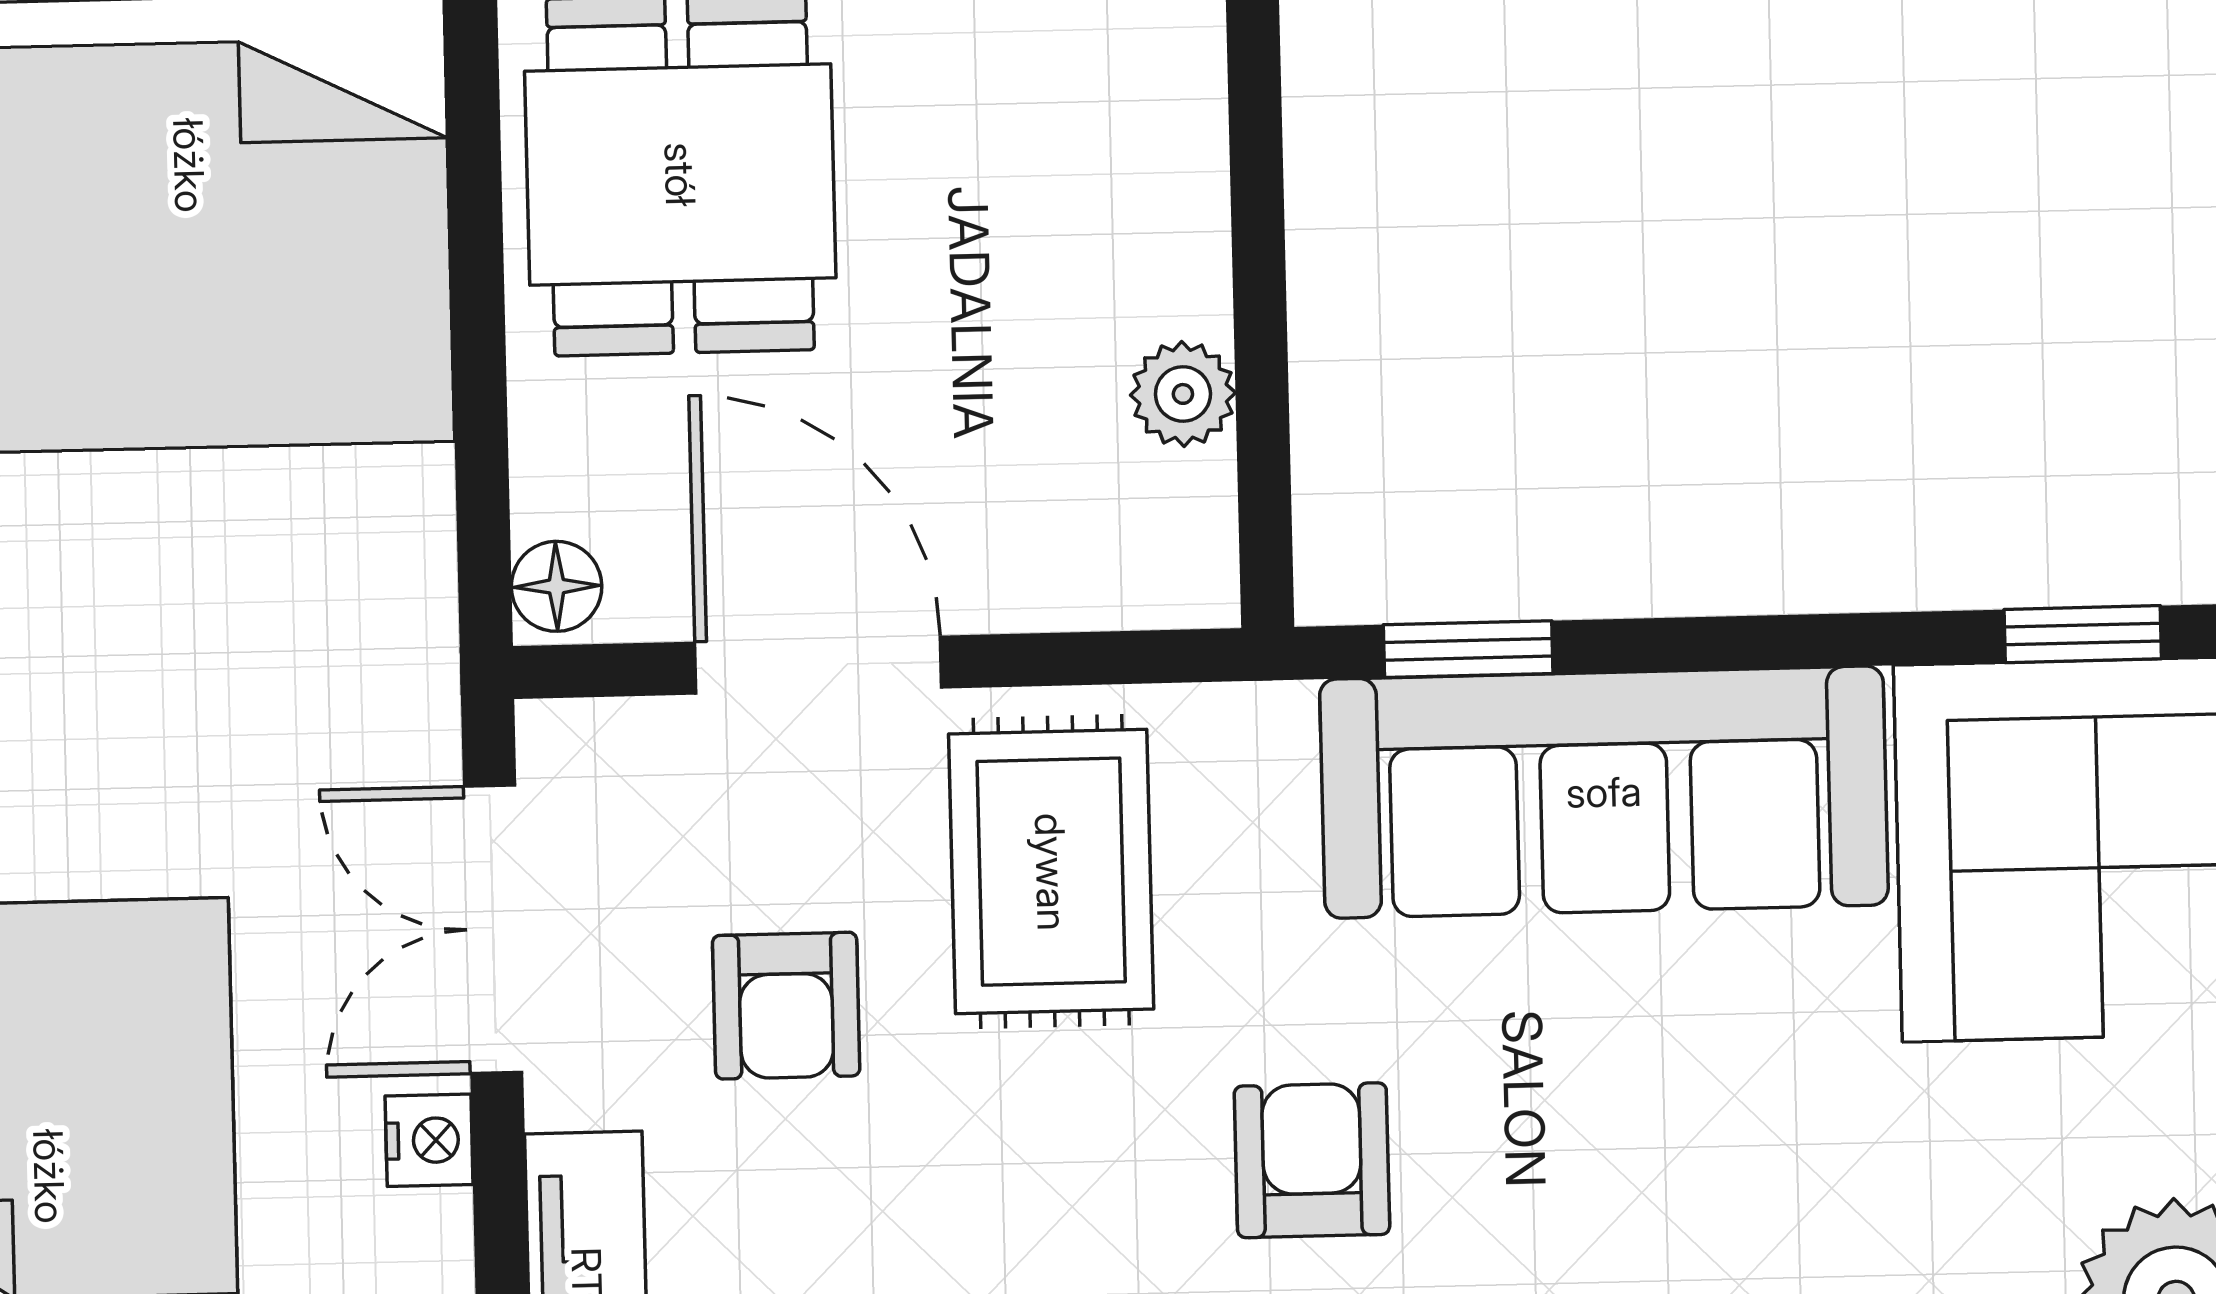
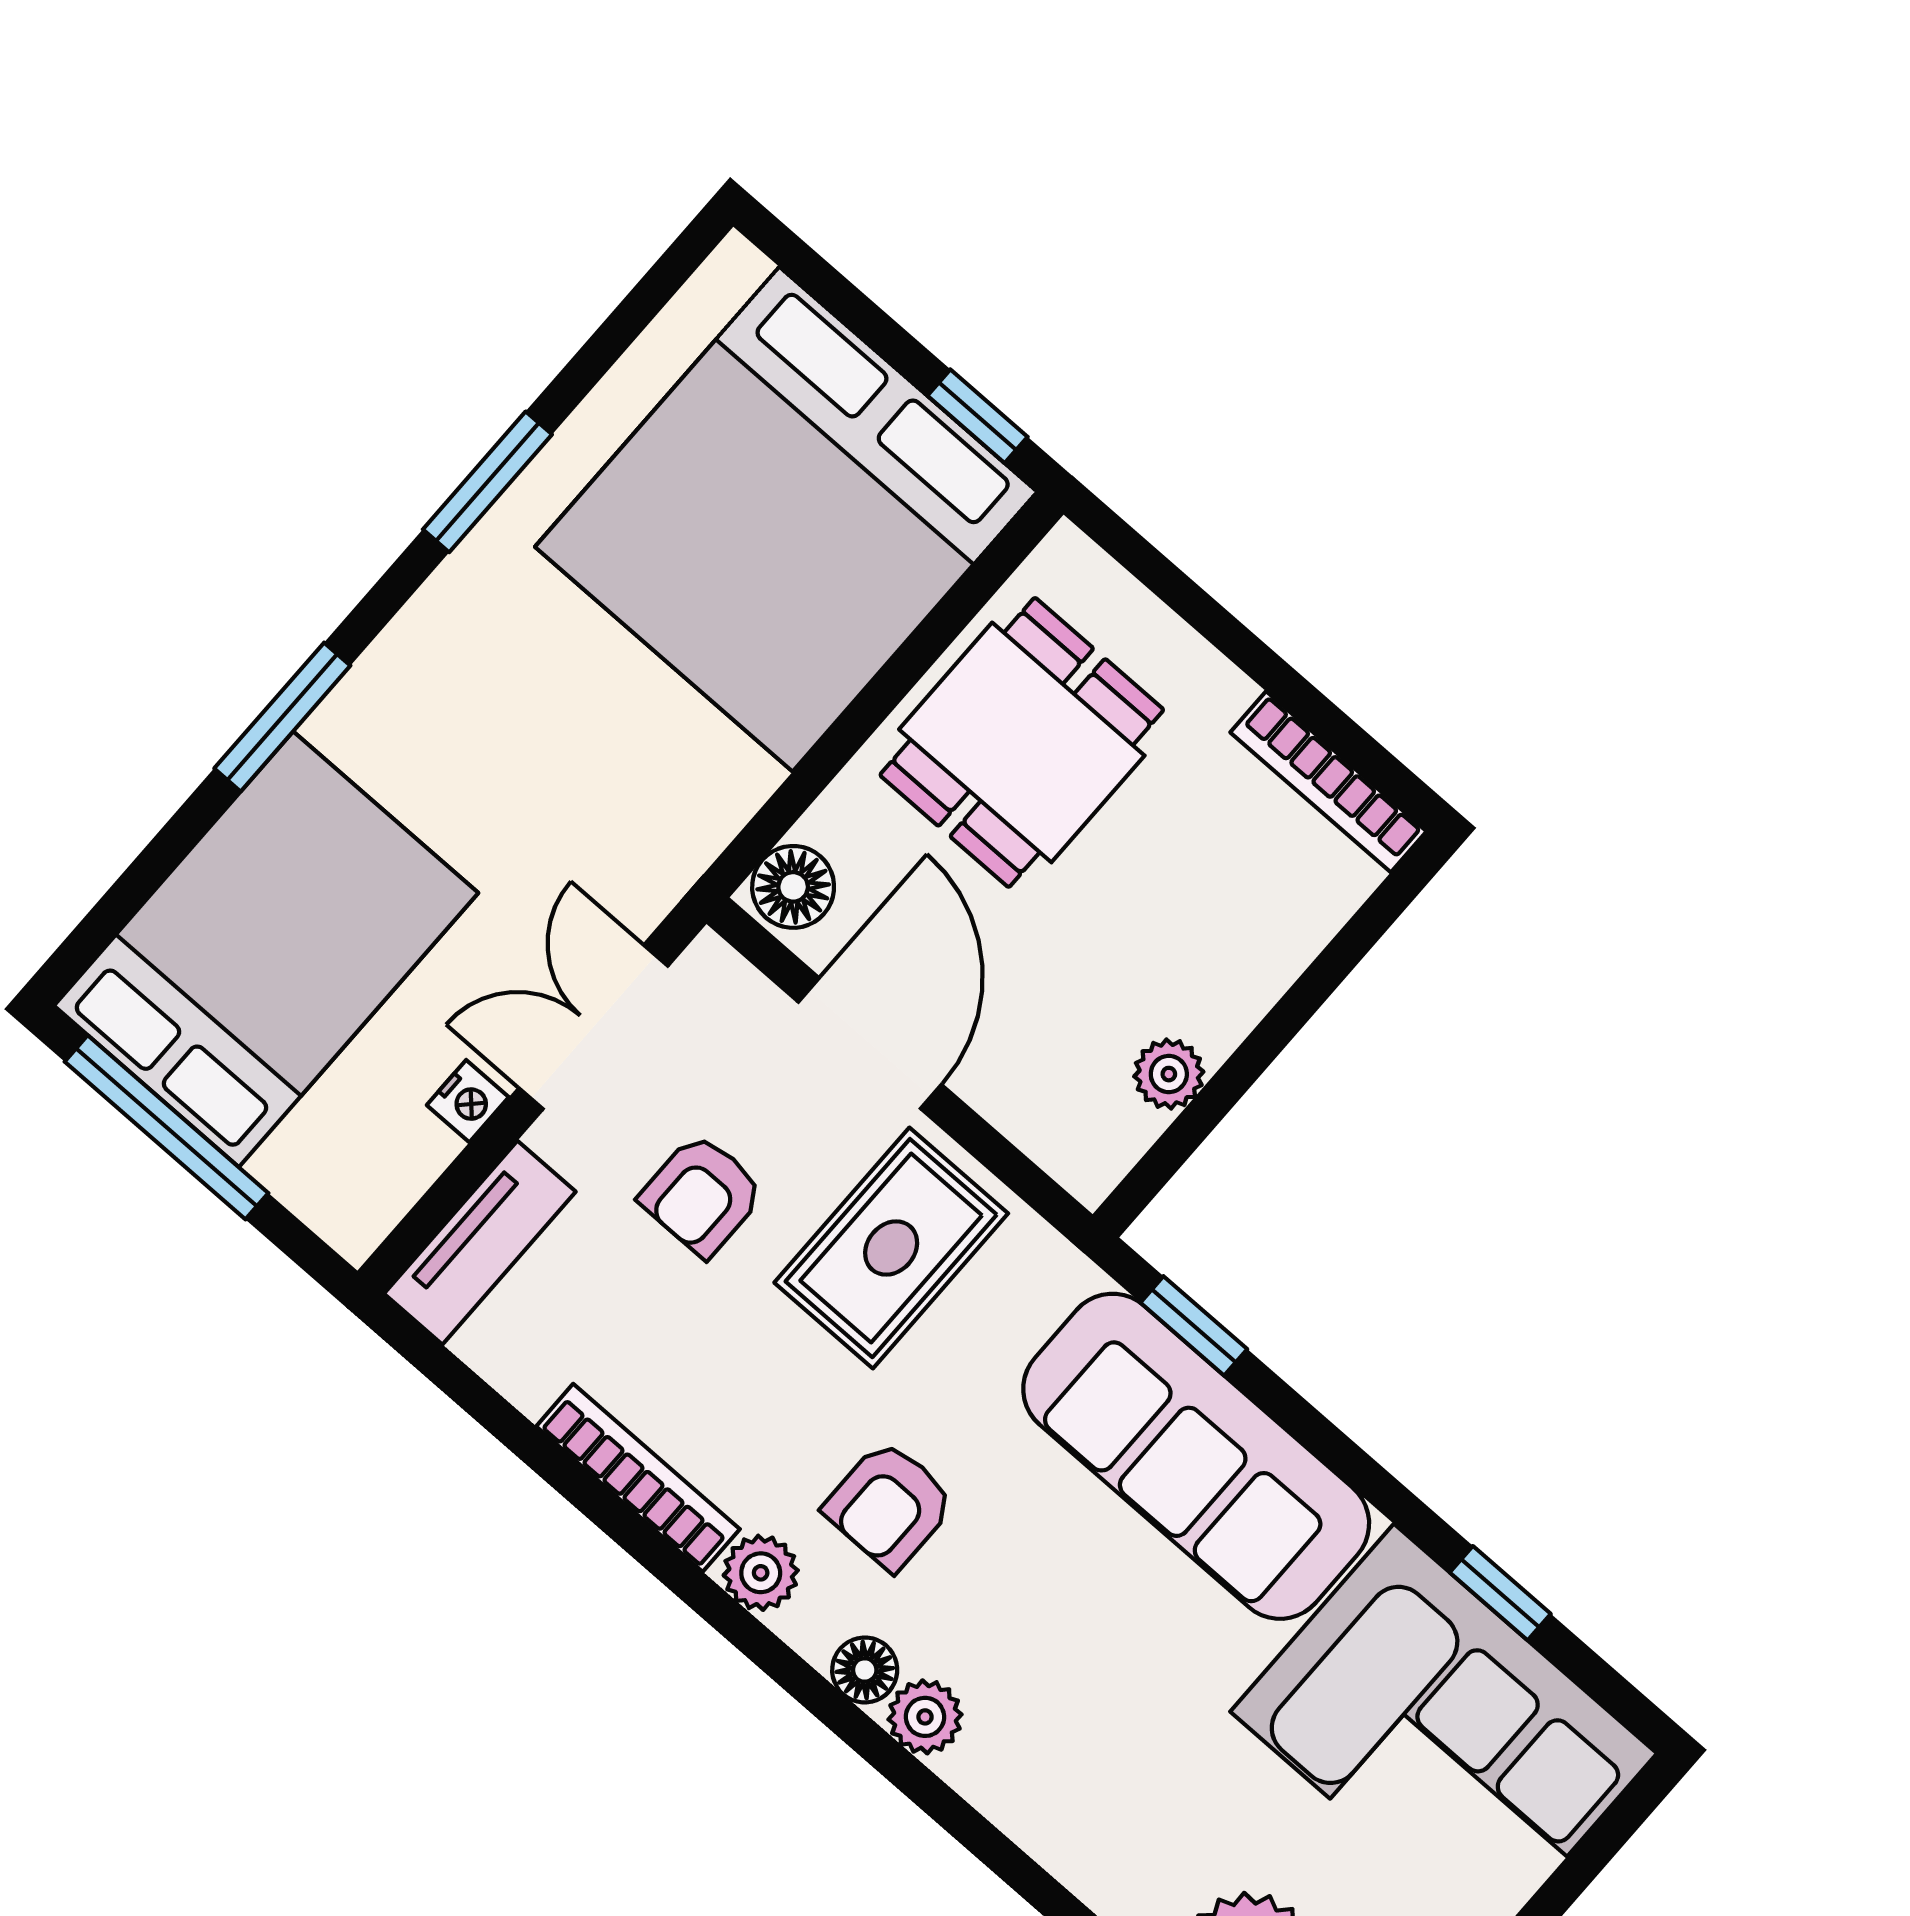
floor lamp: (557, 586) -> (793, 887), width x1.37, depth x1.37
armchair: (1312, 1160) -> (889, 1505), turned 180

